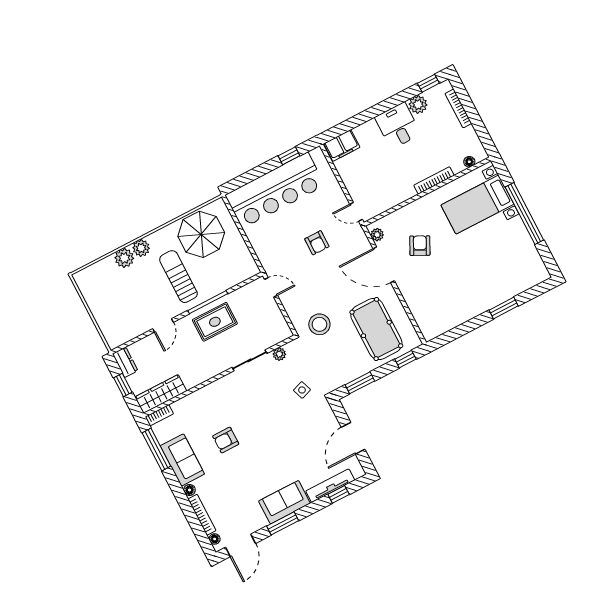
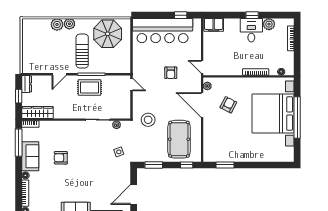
window: (428, 83) -> (252, 15), moved
bed with nightstands: (477, 205) -> (273, 113), width x1.85
window: (504, 308) -> (225, 165), moved

